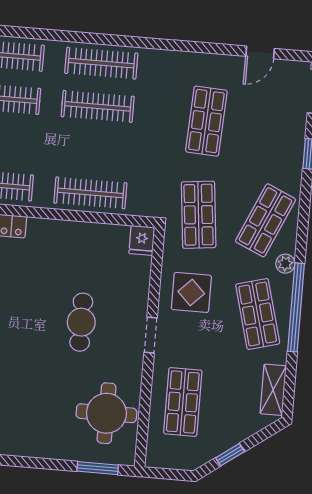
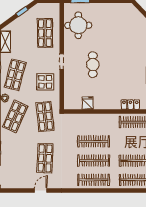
door: (260, 52) -> (41, 190), moved
clothes rail: (90, 193) -> (94, 141), moved
fridge: (142, 240) -> (88, 103), moved
shop shelf: (258, 314) -> (15, 75), turned 30

